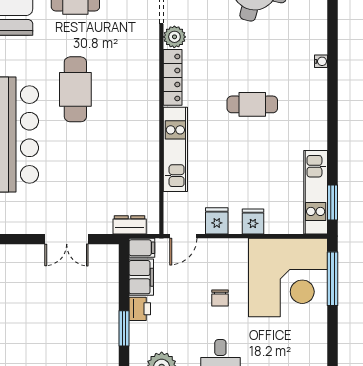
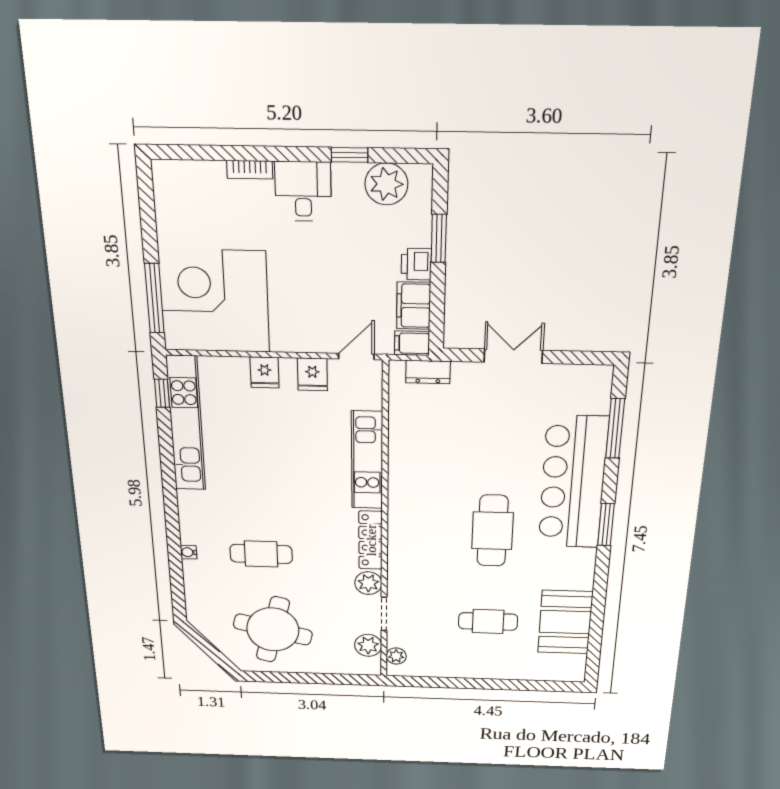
cafe table: (252, 104) -> (261, 554), moved
kitchen unit: (316, 192) -> (186, 424), width x1.36
window: (332, 202) -> (162, 393), width x0.67
chair: (220, 298) -> (306, 276), removed

